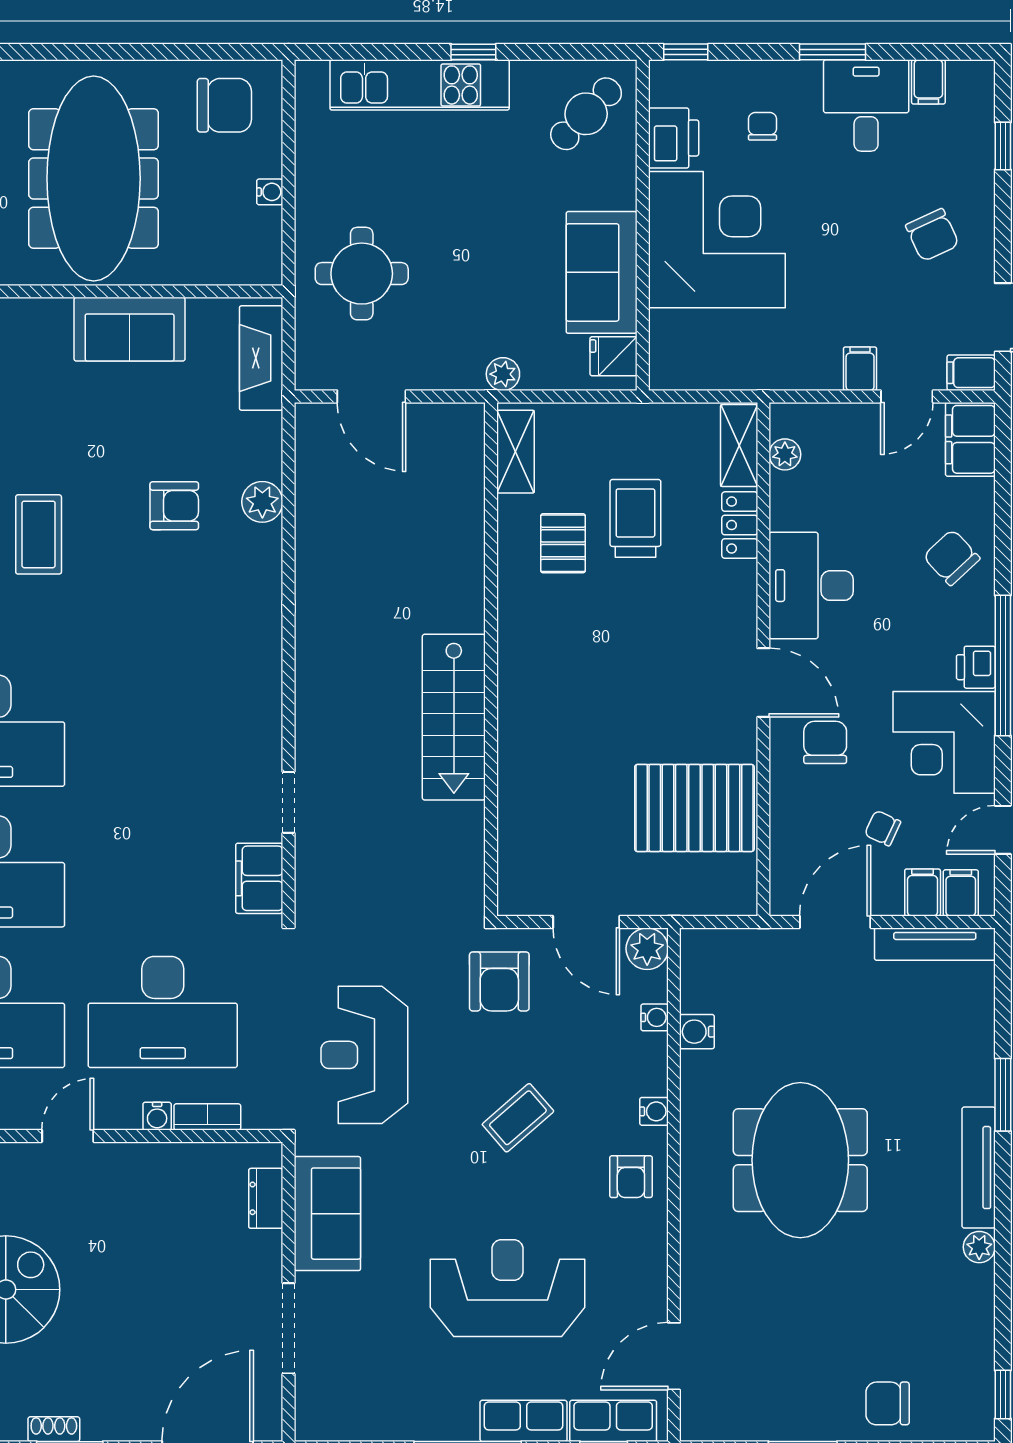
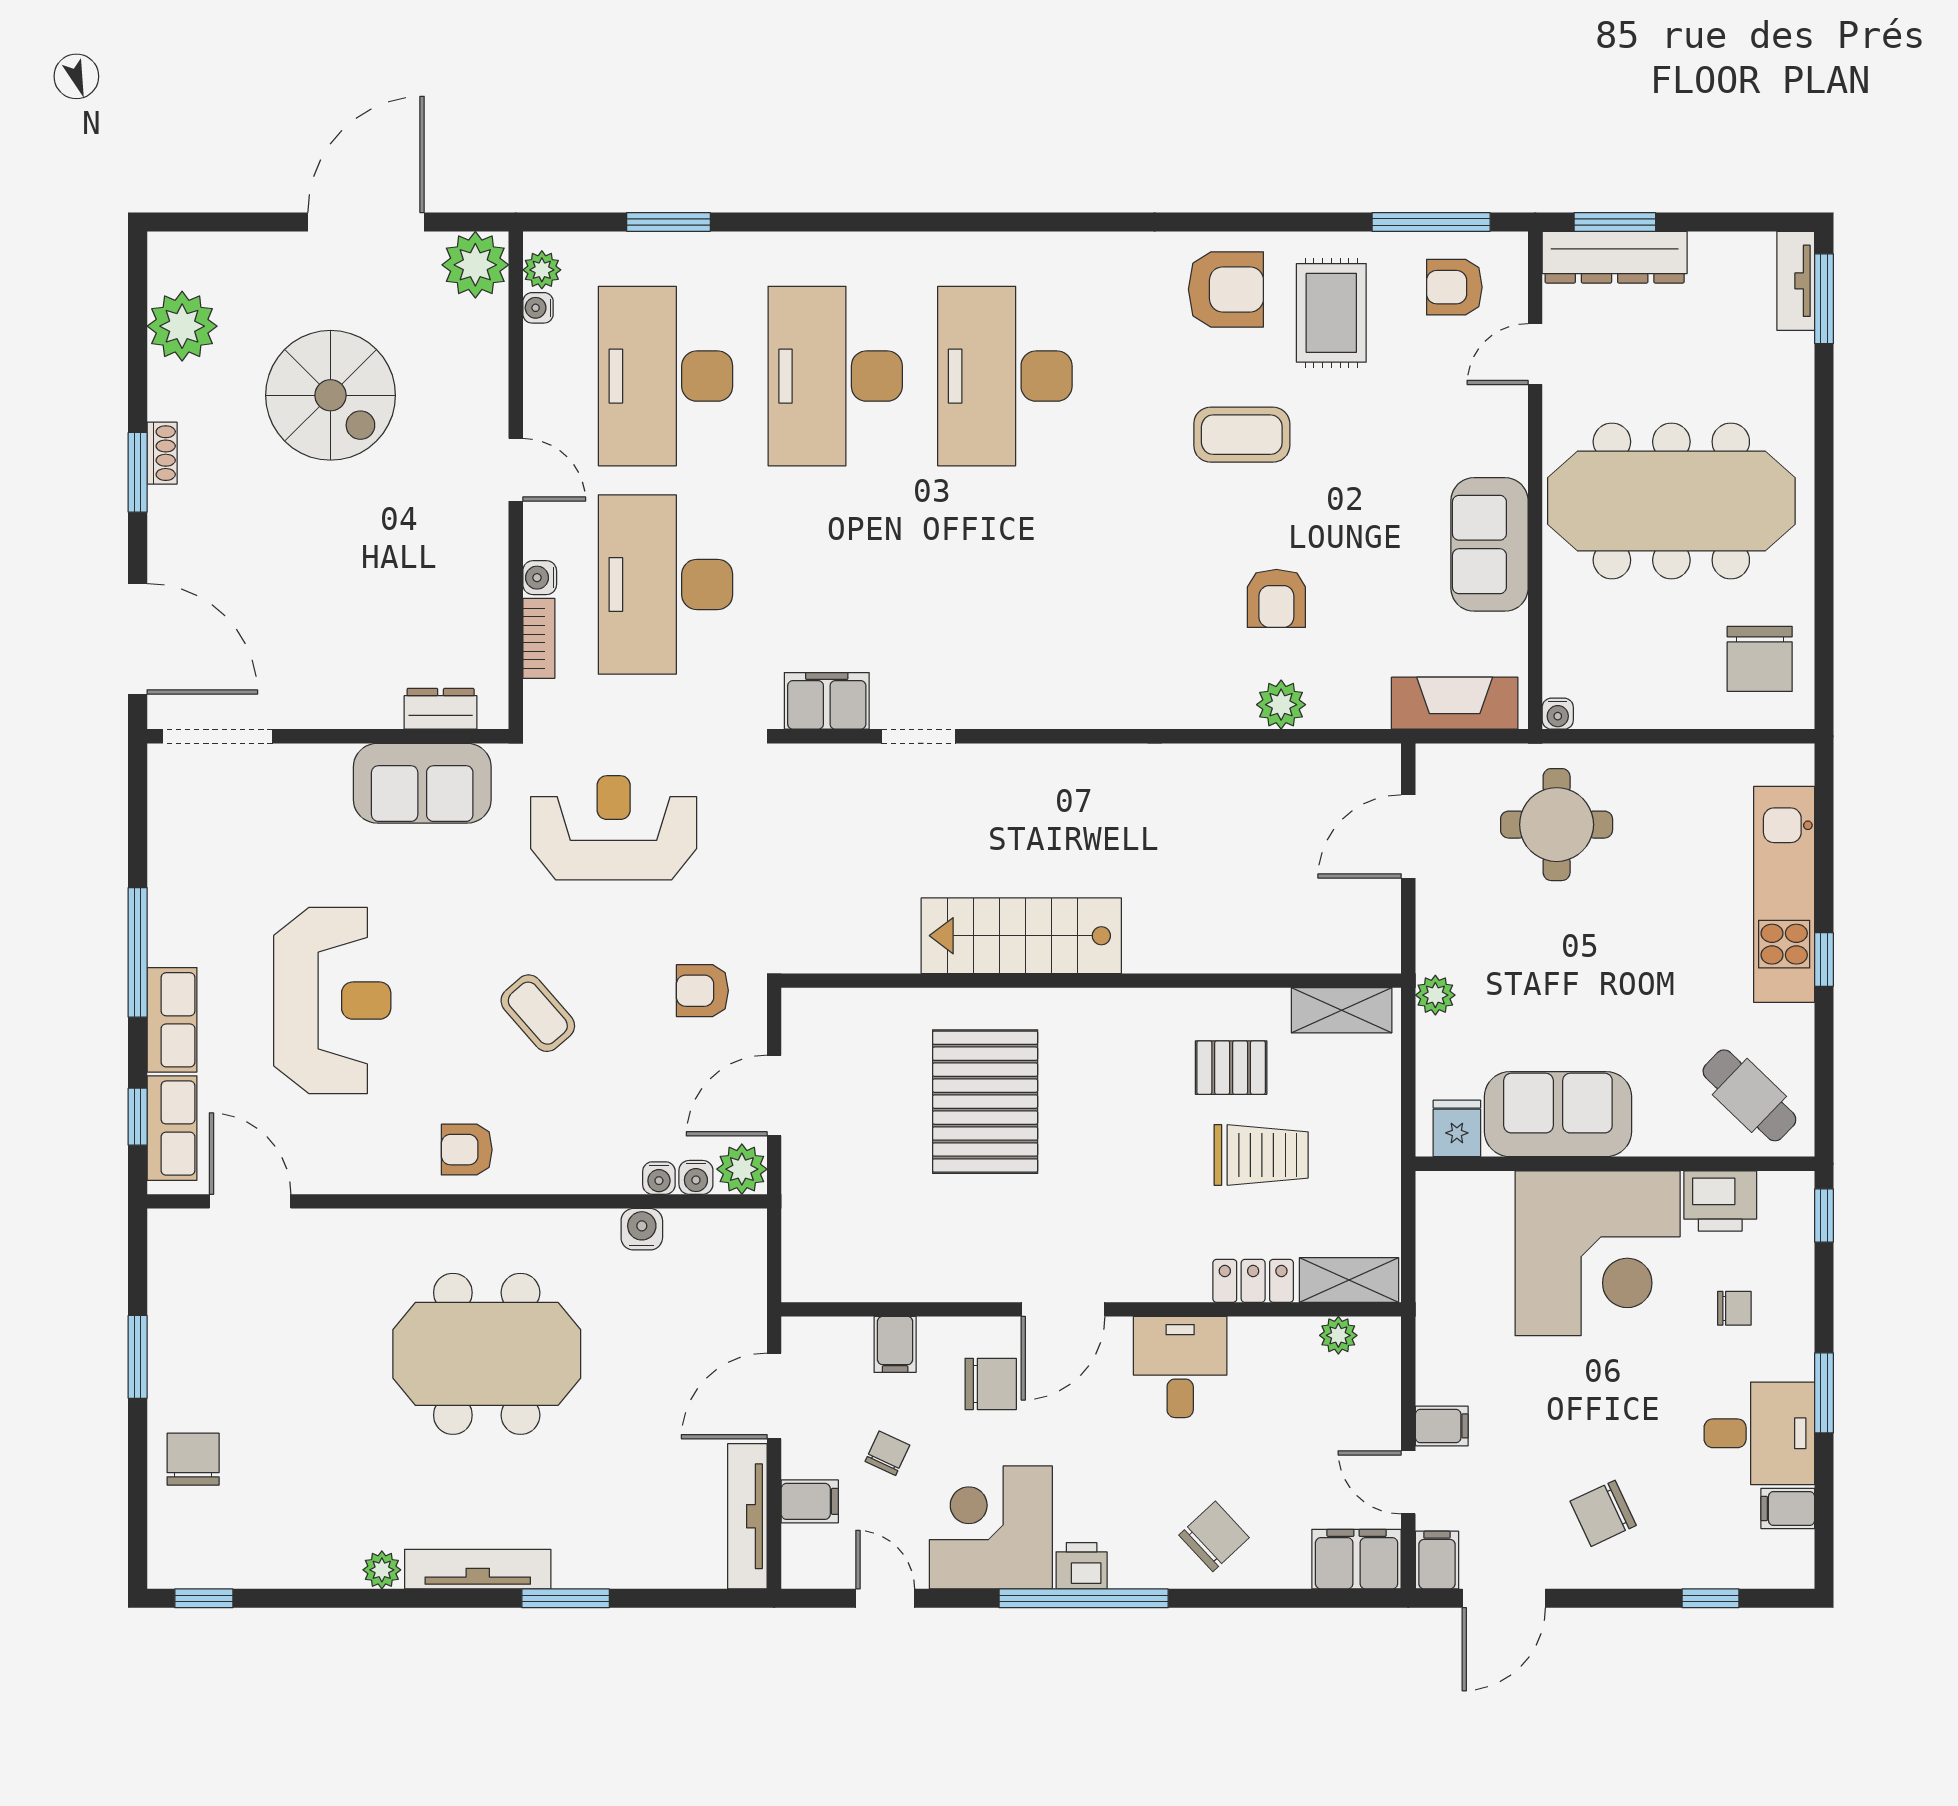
water cooler: (270, 192) -> (1558, 714), moved
desk: (811, 586) -> (1180, 1367), width x0.73
pallet: (694, 808) -> (985, 1102), moved
filing cabinet: (961, 893) -> (895, 1344), moved, turned 90
door: (835, 922) -> (774, 1396), swing flipped
armchair: (499, 981) -> (702, 991), width x0.72, depth x0.72
water cooler: (654, 1111) -> (696, 1177), moved
doorway: (289, 1328) -> (218, 736), moved

